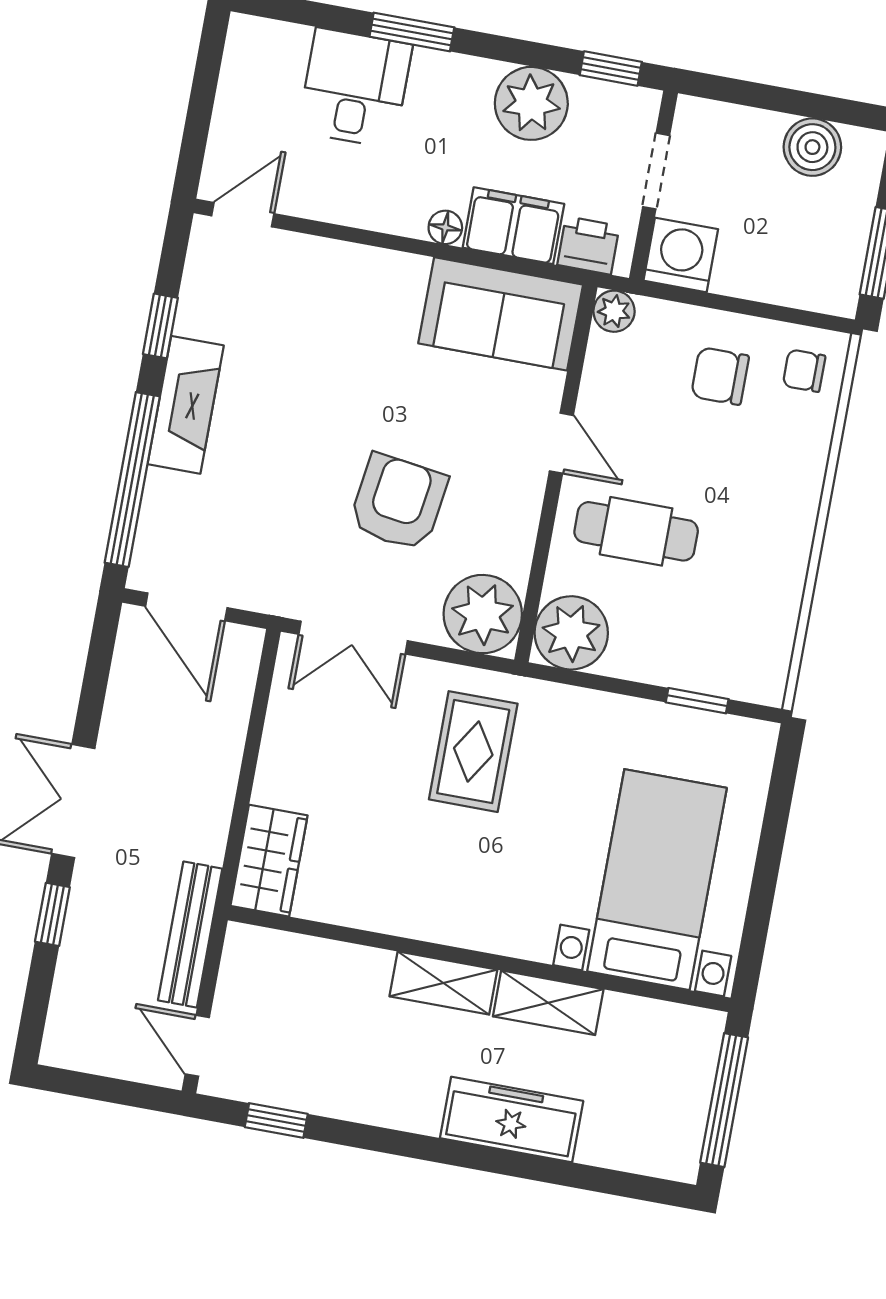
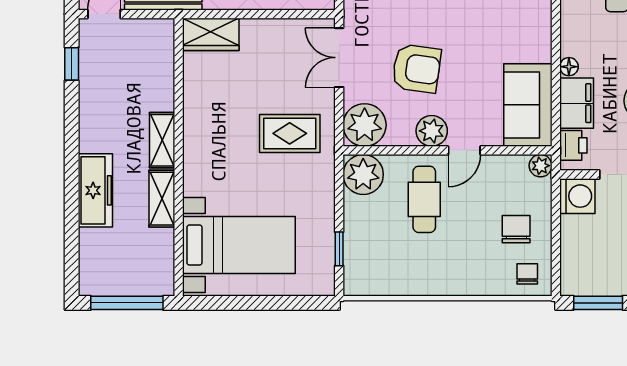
plant: (515, 495) -> (432, 131), added

